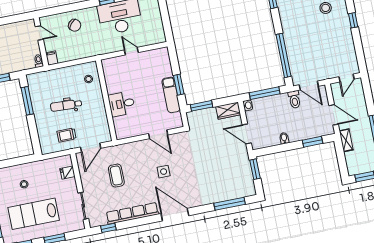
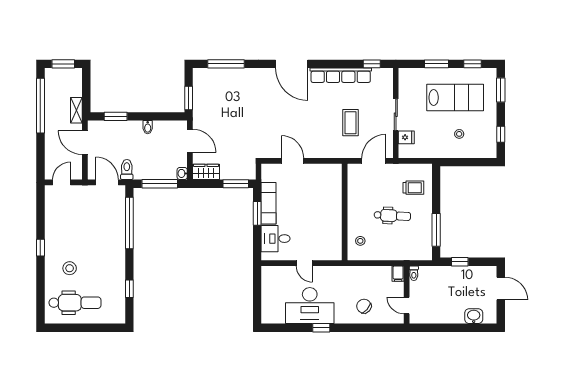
desk: (122, 104) -> (276, 239), moved, turned 180
trolley: (67, 135) -> (413, 188), moved
side table: (164, 172) -> (295, 116), removed
sliding door: (83, 206) -> (396, 115), moved

